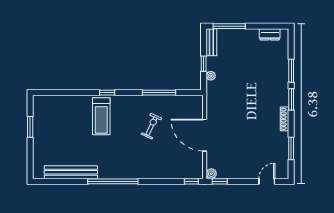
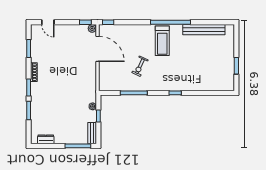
treadmill: (101, 116) -> (162, 41), moved, turned 180
door: (205, 135) -> (97, 49), moved
door: (267, 181) -> (48, 22), hinge flipped

